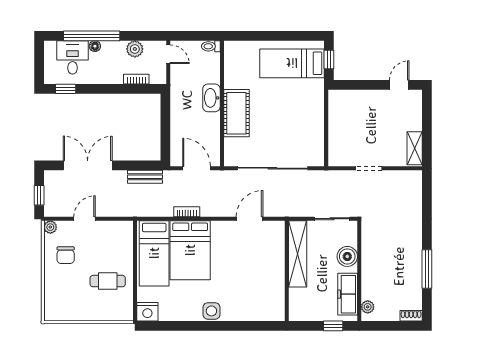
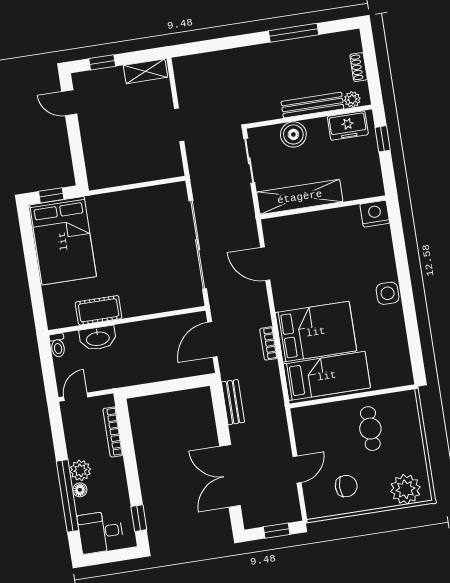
plant: (135, 49) -> (80, 470), moved
desk: (73, 57) -> (101, 532), moved
bed: (292, 63) -> (63, 241), width x1.50
bookcase: (136, 79) -> (113, 432), width x1.56
washbasin: (211, 98) -> (98, 338), moved
cot: (236, 113) -> (99, 310), moved, width x0.73, depth x0.75
window: (427, 116) -> (102, 62), added
door: (85, 219) -> (297, 469), swing flipped
plant: (50, 227) -> (405, 489), moved, width x1.87, depth x1.87
bench: (368, 275) -> (312, 105), added
freezer: (348, 294) -> (348, 126), width x0.71
nightstand: (147, 312) -> (375, 214), moved, turned -90
shoe rack: (411, 316) -> (359, 67), moved

